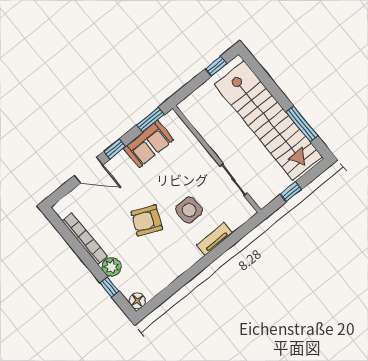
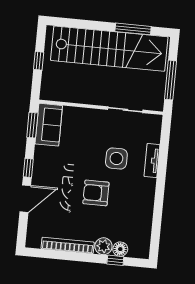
window: (216, 66) -> (39, 61), moved
sofa: (149, 144) -> (49, 125), moved
window: (291, 192) -> (170, 80), width x2.17
armchair: (147, 220) -> (96, 193), turned 66
floor lamp: (137, 301) -> (120, 249), moved

